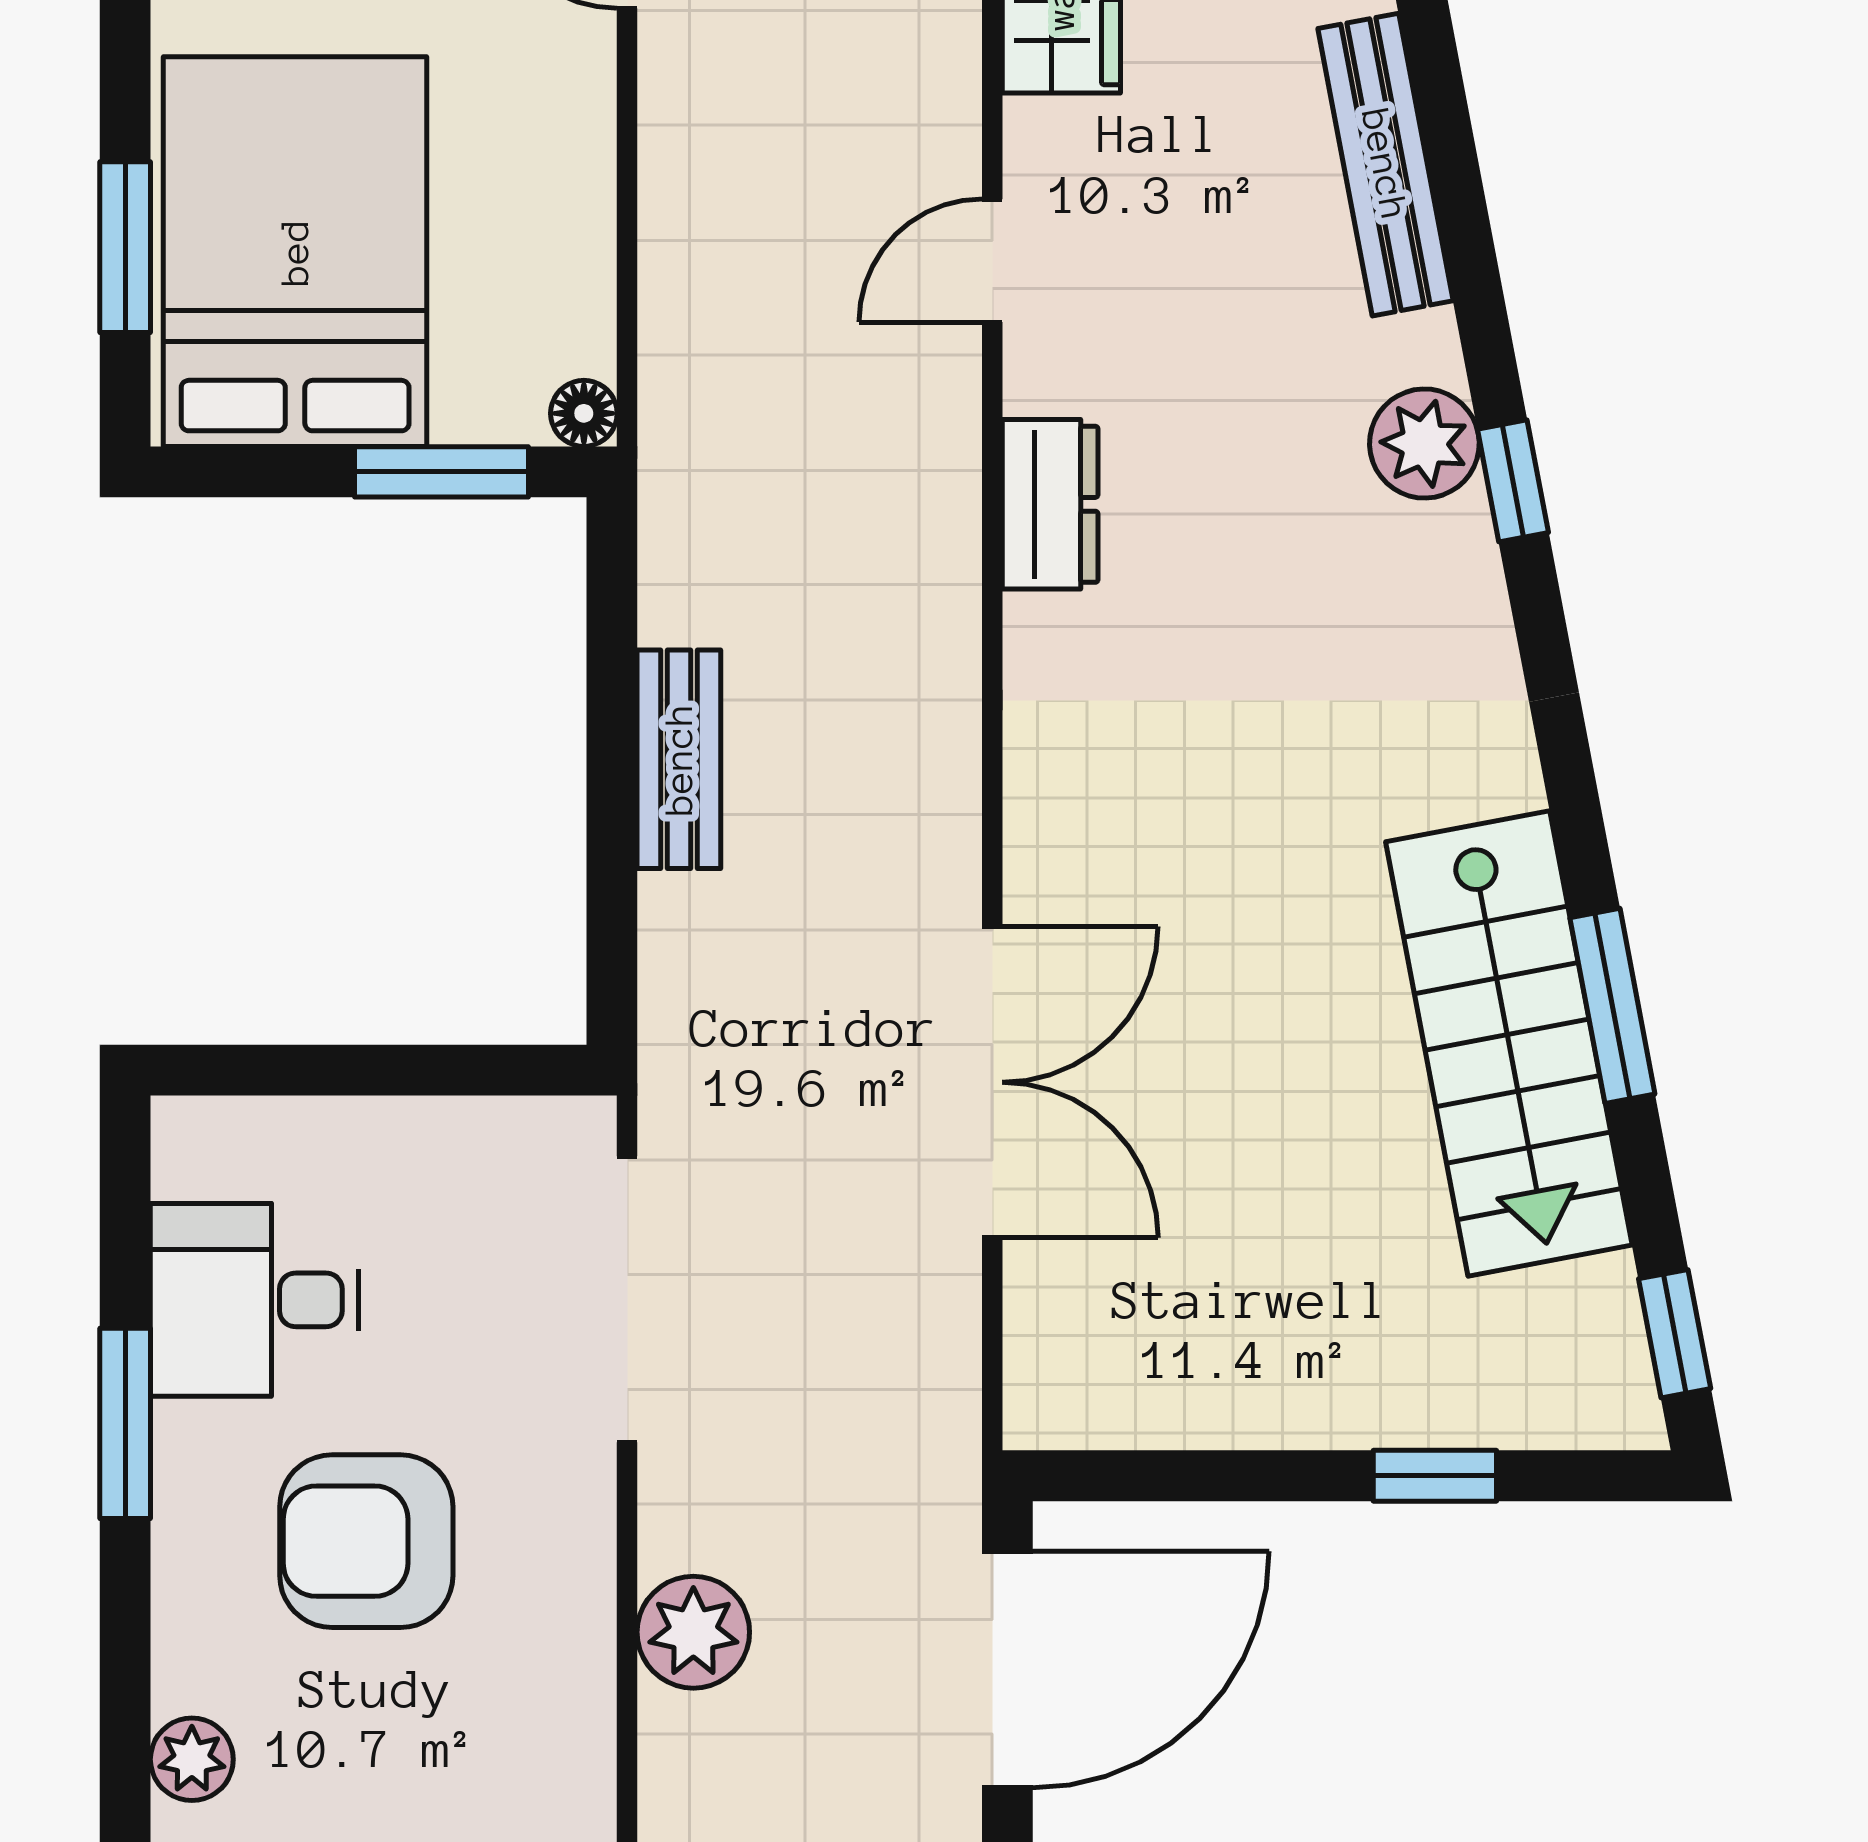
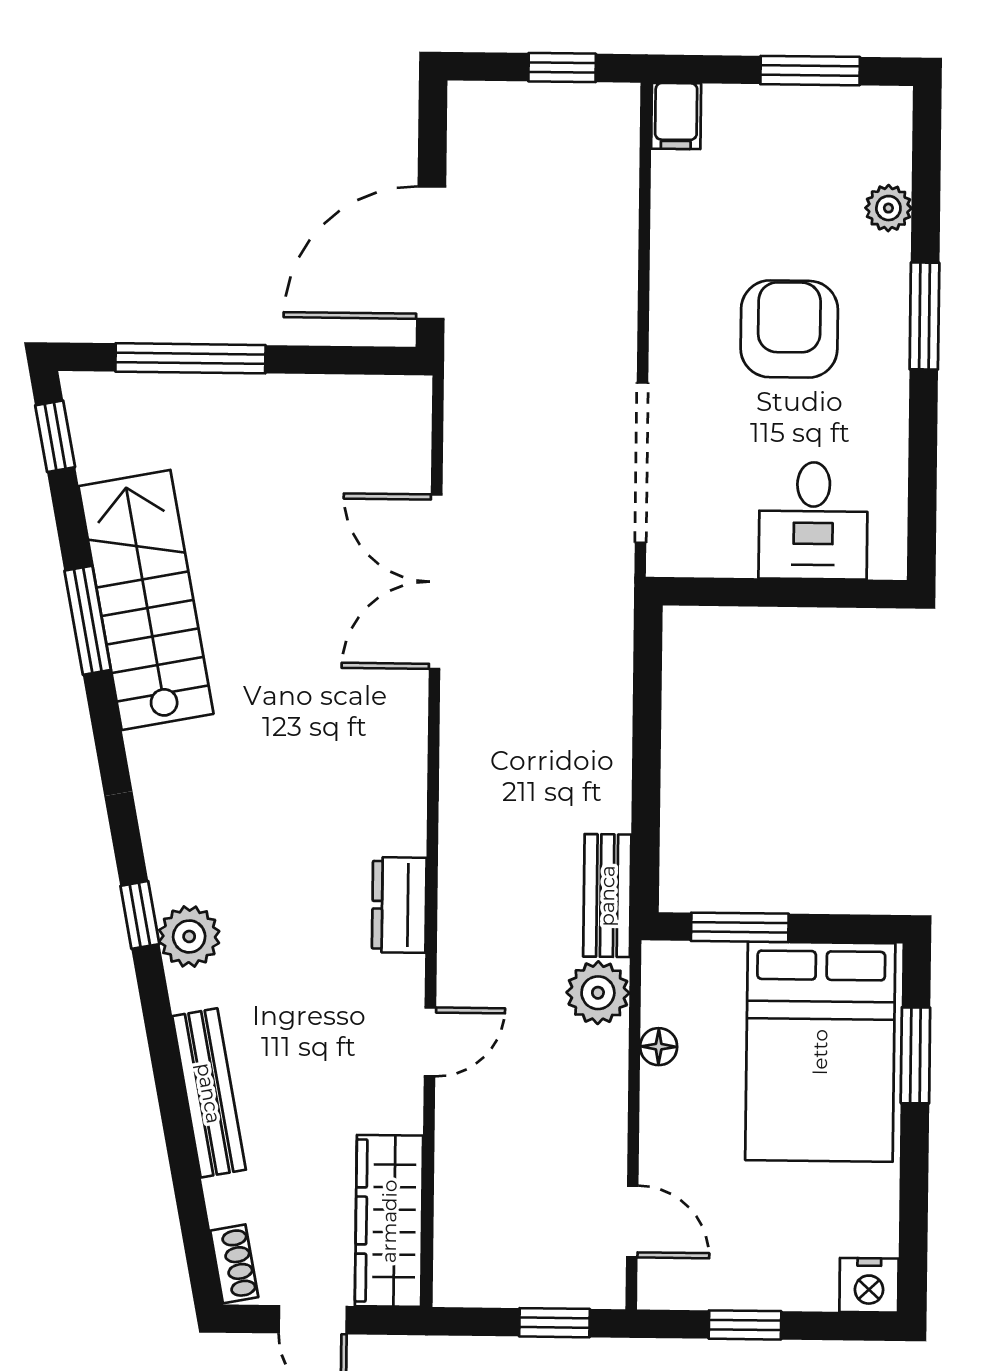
floor lamp: (584, 413) -> (659, 1047), moved
bench: (679, 759) -> (607, 896), moved
desk: (255, 1300) -> (813, 521), moved, turned 90
window: (125, 1423) -> (924, 316), moved
window: (1435, 1476) -> (190, 358), width x2.17
armchair: (366, 1541) -> (789, 329), turned -90
plant: (693, 1632) -> (598, 993), moved

